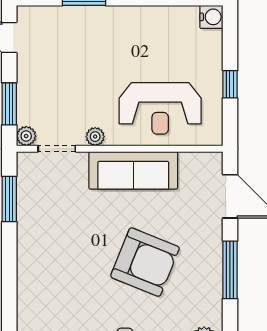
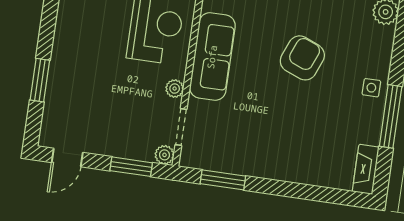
armchair: (145, 262) -> (302, 58), width x0.73, depth x0.73

